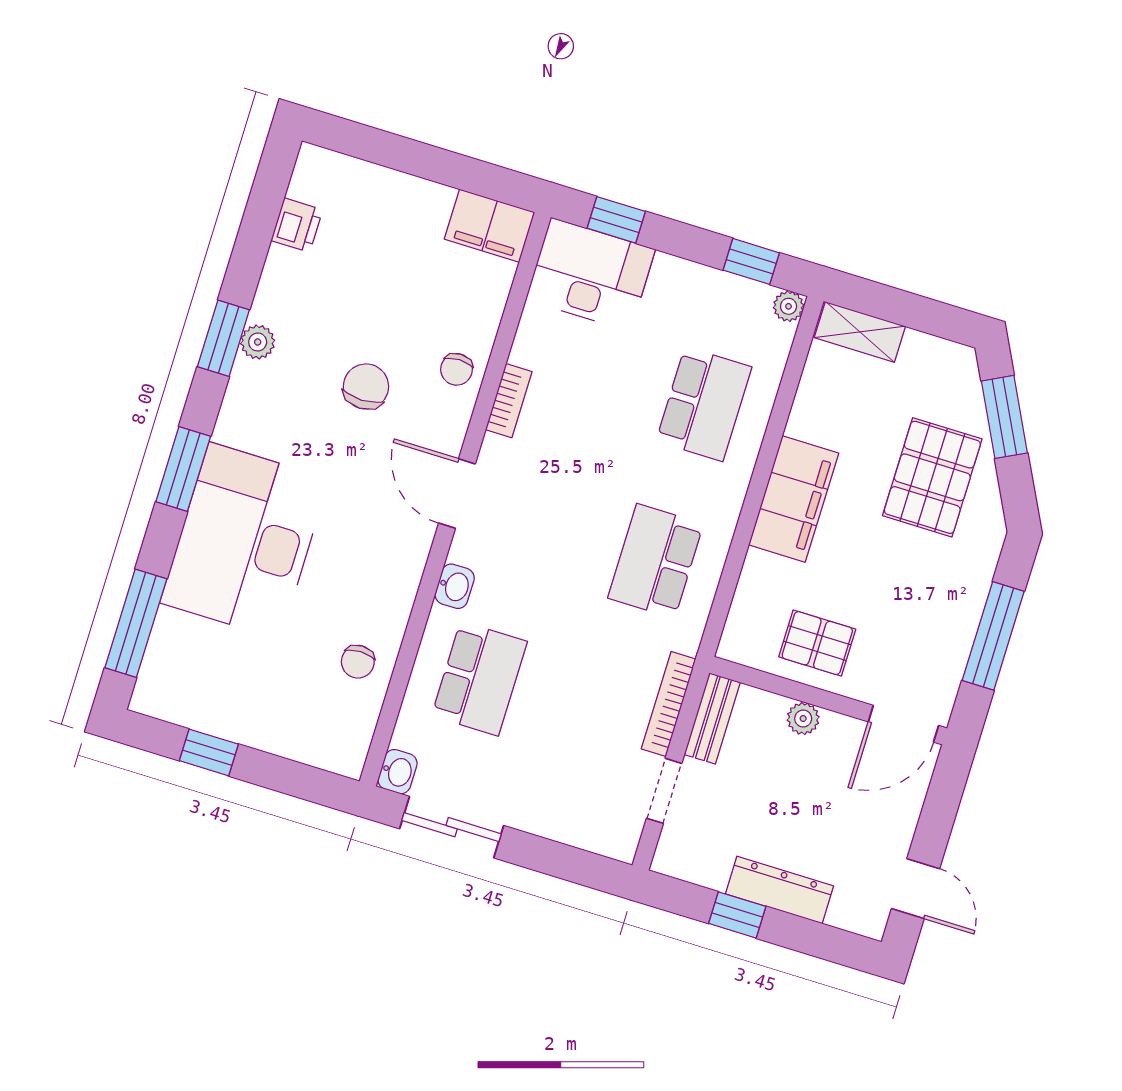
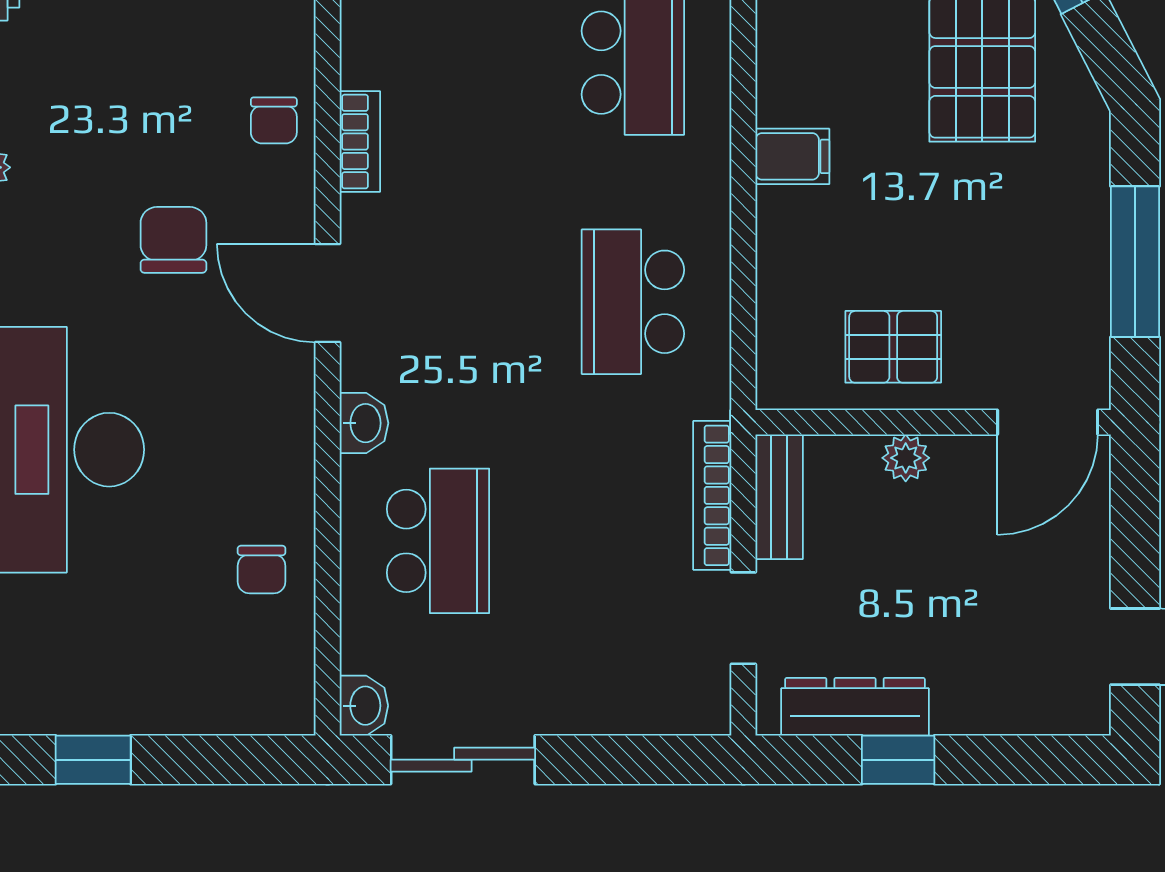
chair: (366, 387) -> (173, 240), moved
filing cabinet: (794, 499) -> (792, 156), width x0.33, depth x0.86
dresser: (780, 890) -> (855, 707), moved

